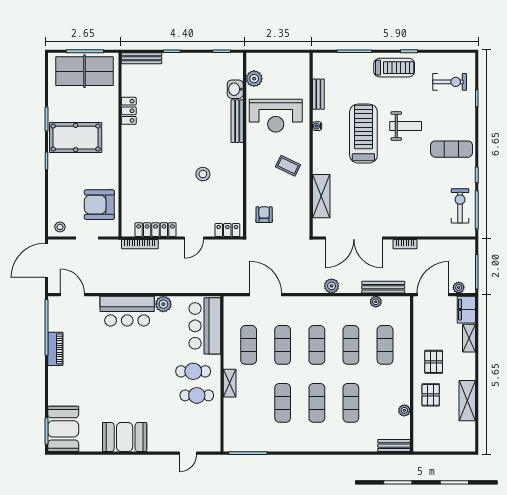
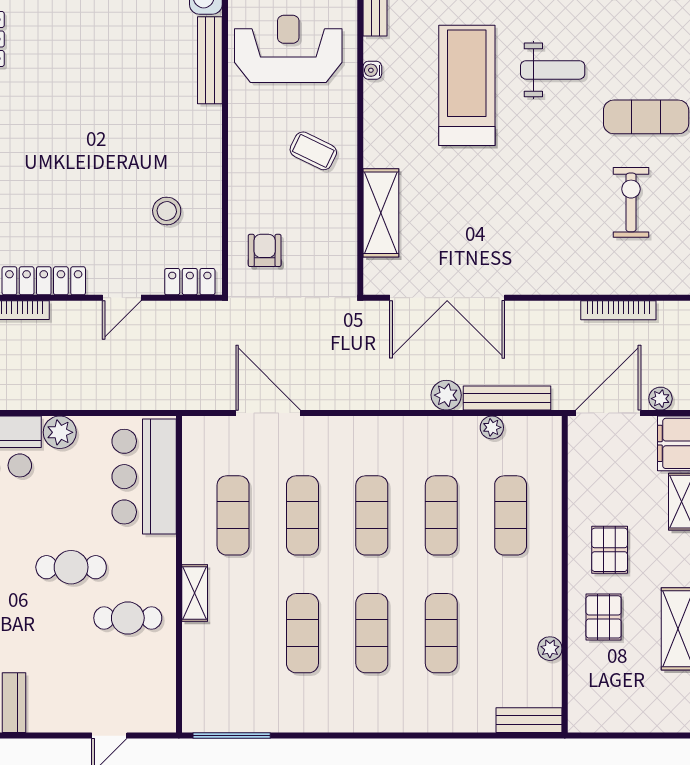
reception desk: (276, 116) -> (288, 49), turned 180
stool: (203, 174) -> (167, 211), moved
exercise bike: (460, 206) -> (631, 202), moved
bookcase: (405, 244) -> (618, 310), moved, width x1.56
plant: (332, 286) -> (446, 395), moved
cafe table: (193, 371) -> (71, 567), moved

